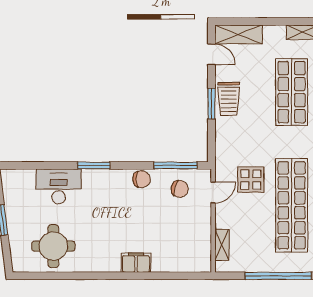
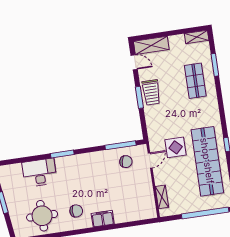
shop shelf: (292, 92) -> (195, 81), width x0.70, depth x0.74
chair: (142, 179) -> (76, 211), moved

